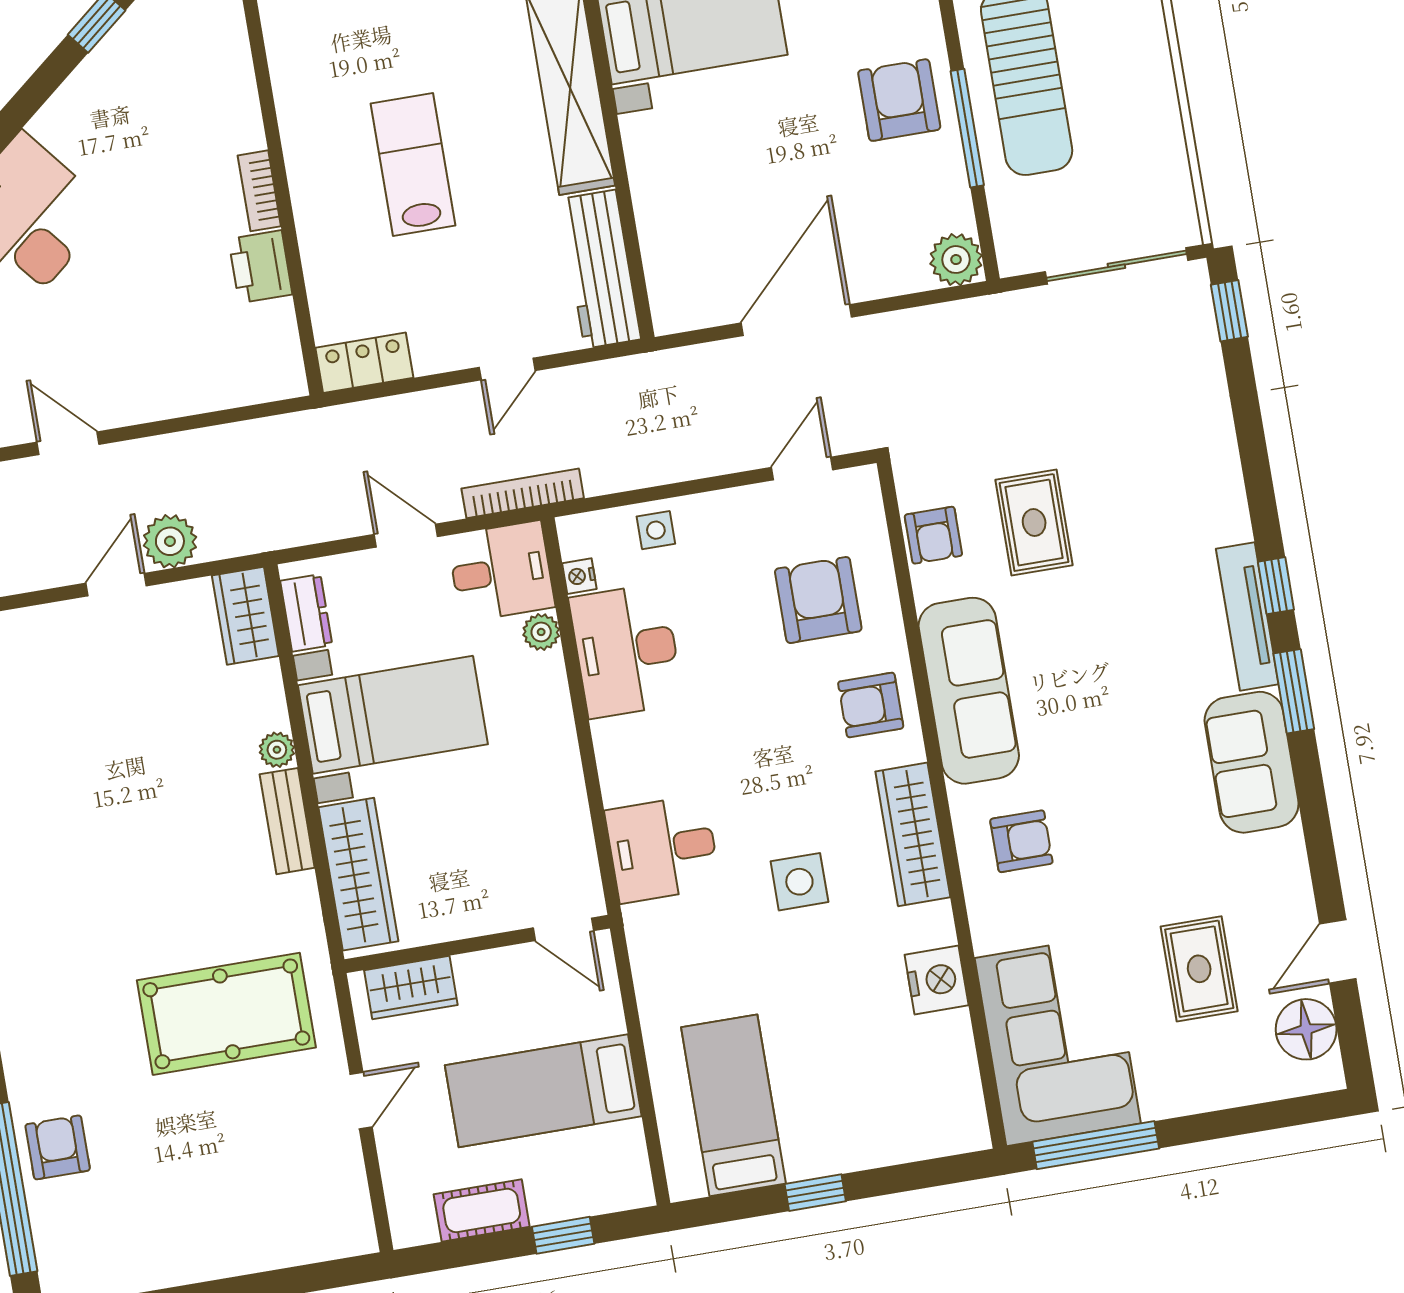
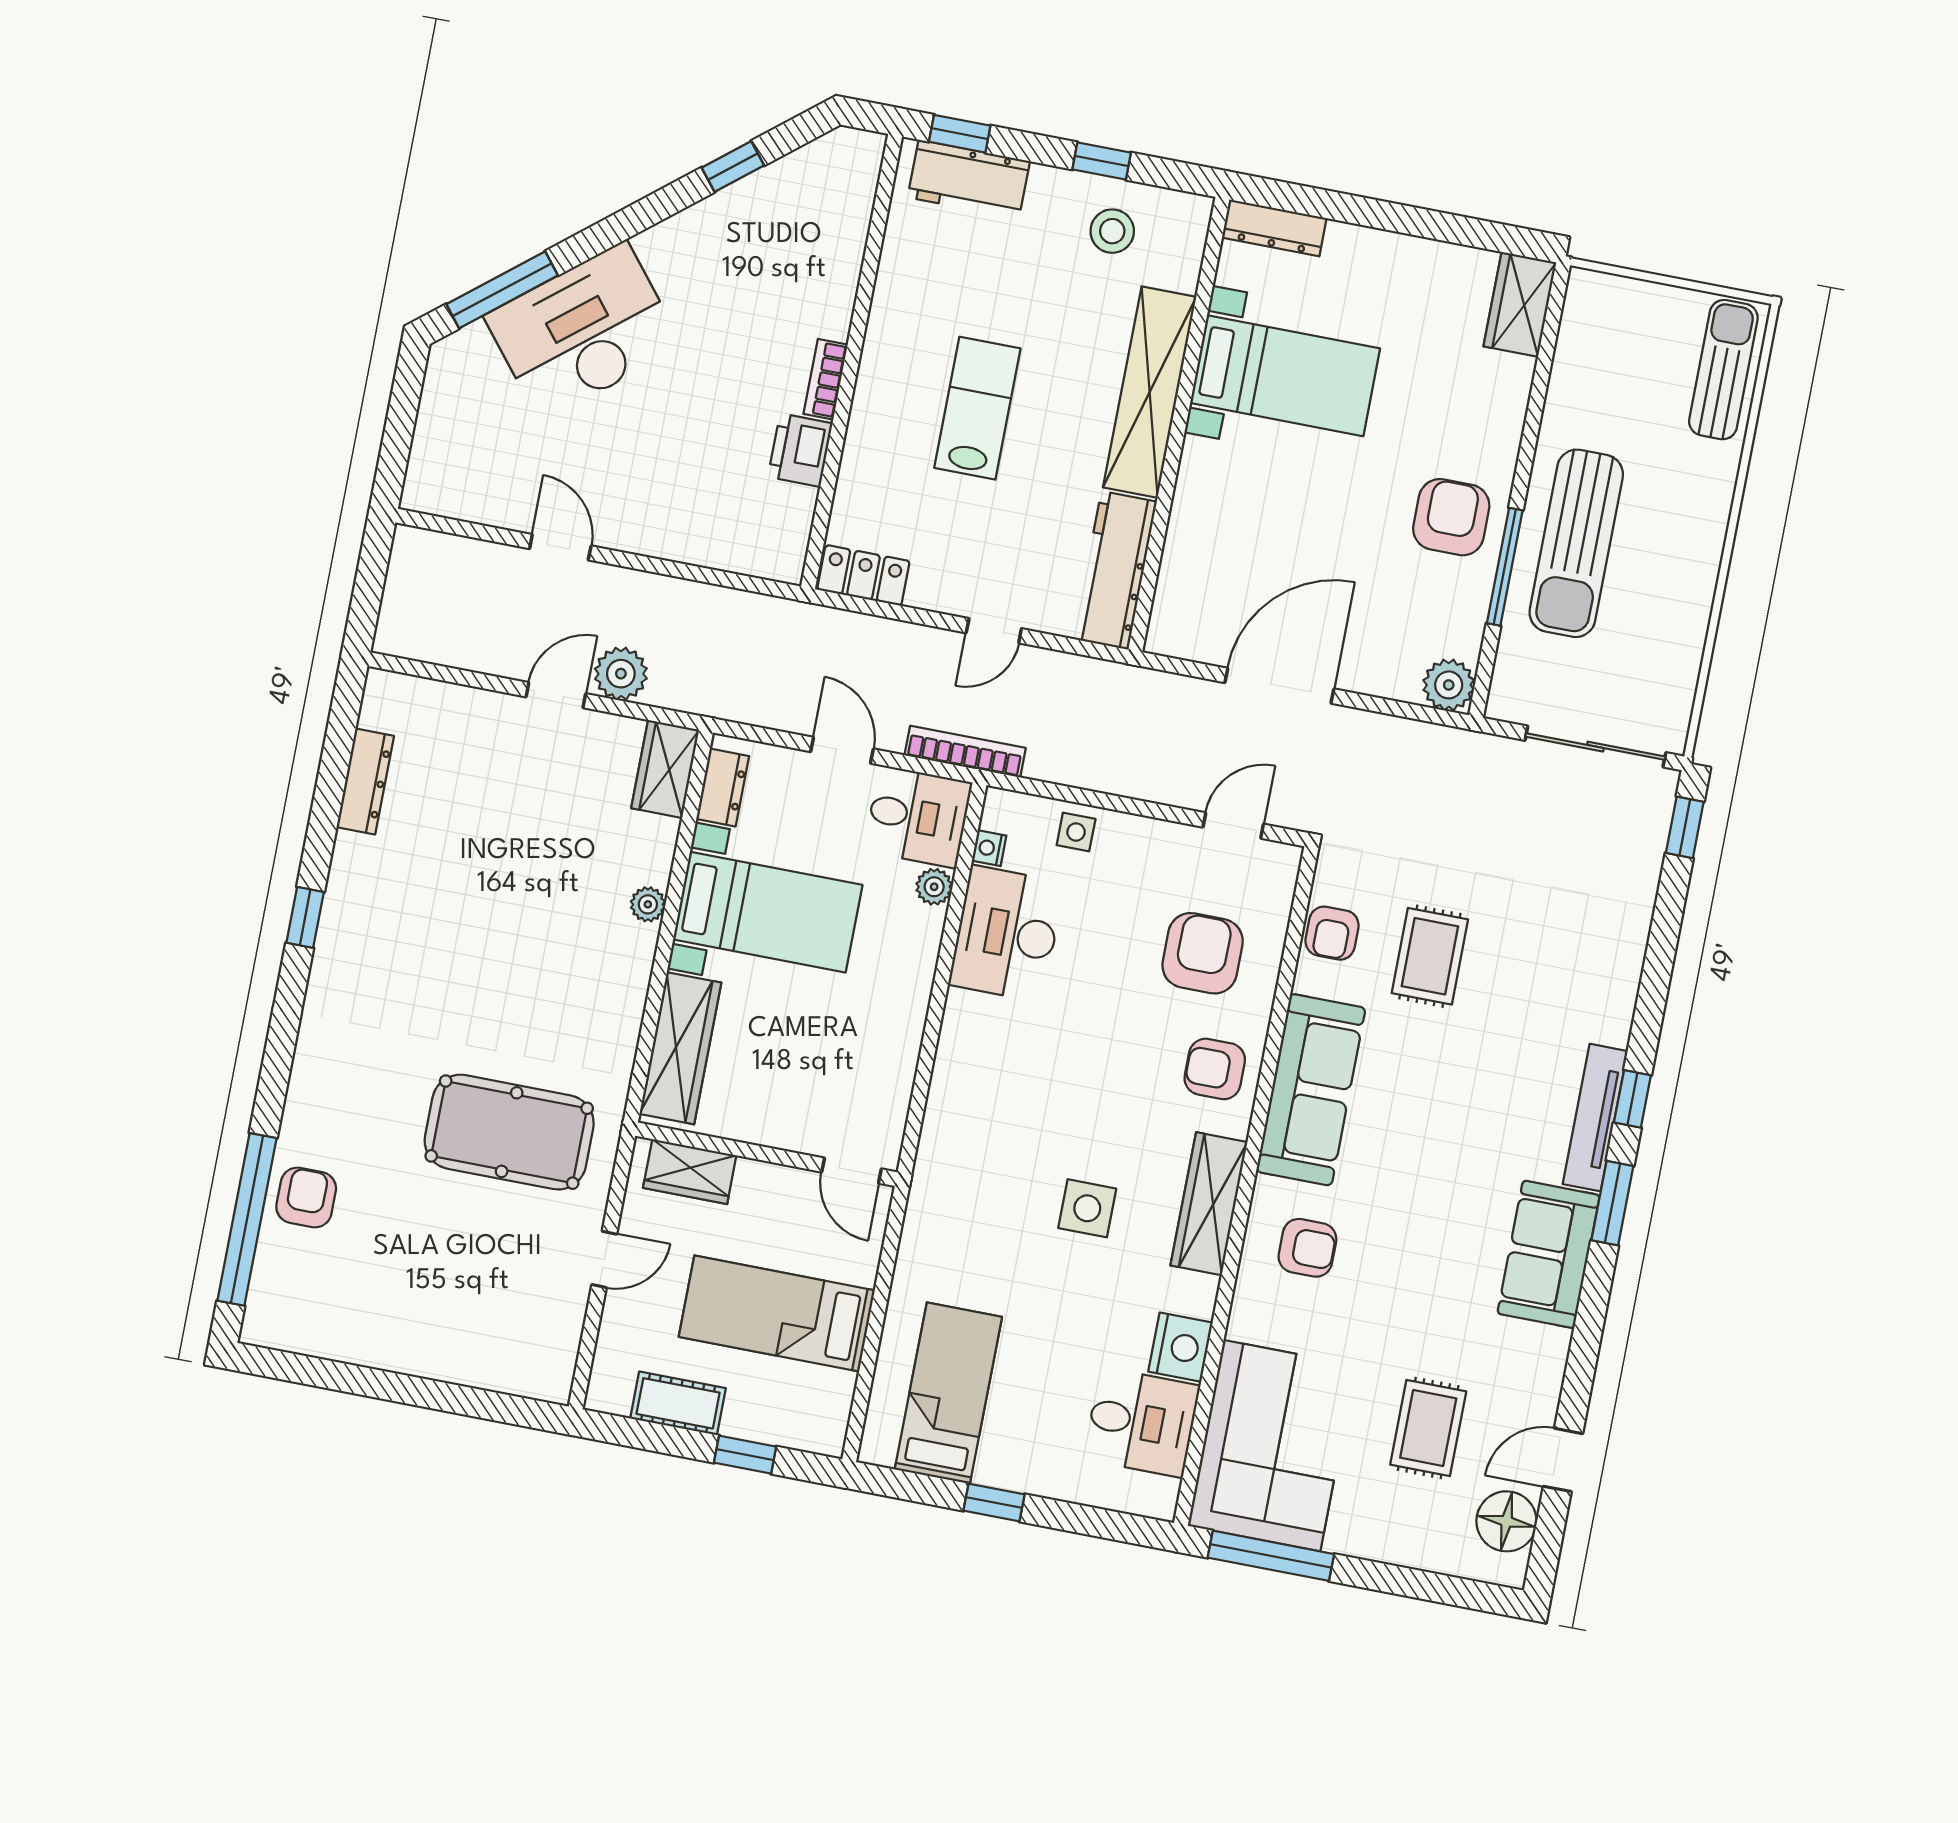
bench: (287, 821) -> (633, 974), removed
desk: (663, 849) -> (1142, 1422), moved, turned 180

